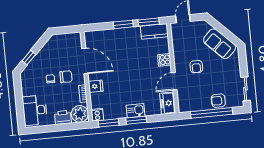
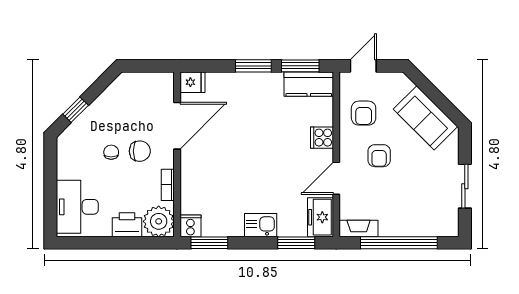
door: (85, 61) -> (177, 126), hinge flipped
fridge: (96, 86) -> (192, 82), moved
sliding door: (245, 89) -> (465, 186), moved
armchair: (218, 101) -> (364, 113), moved, turned -90
fireplace: (189, 107) -> (359, 229), added
window: (136, 120) -> (296, 243), moved

